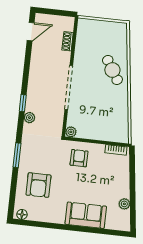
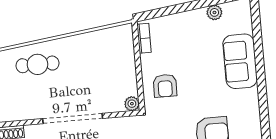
cafe table: (112, 70) -> (37, 64), turned 32
armchair: (79, 158) -> (165, 86), turned -89

